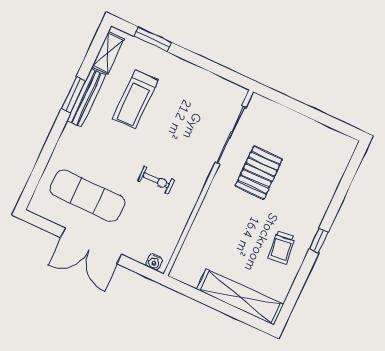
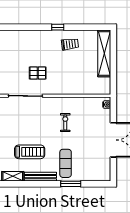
window: (74, 95) -> (71, 184), moved
pallet: (259, 173) -> (38, 73), width x0.67, depth x0.71
exercise mat: (87, 196) -> (66, 163), moved, width x0.73, depth x0.69

